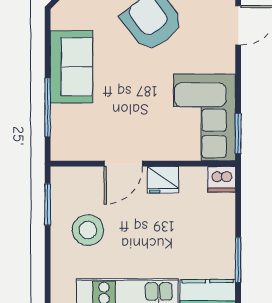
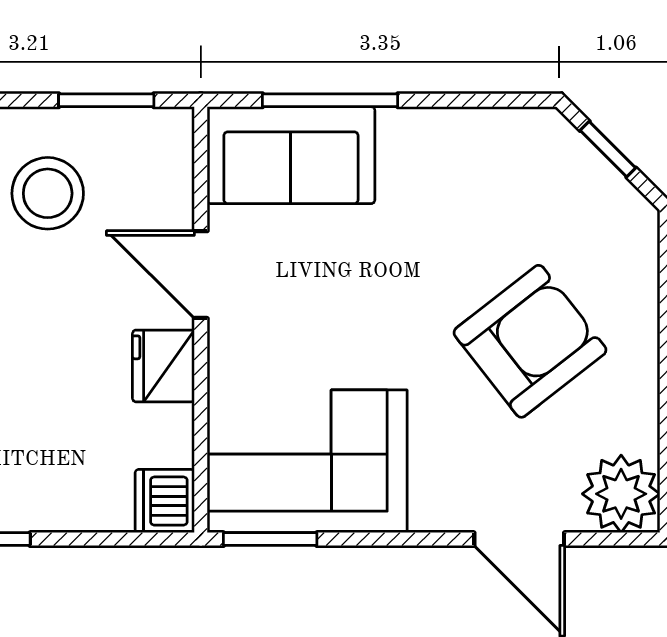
sofa: (71, 67) -> (291, 155), moved

